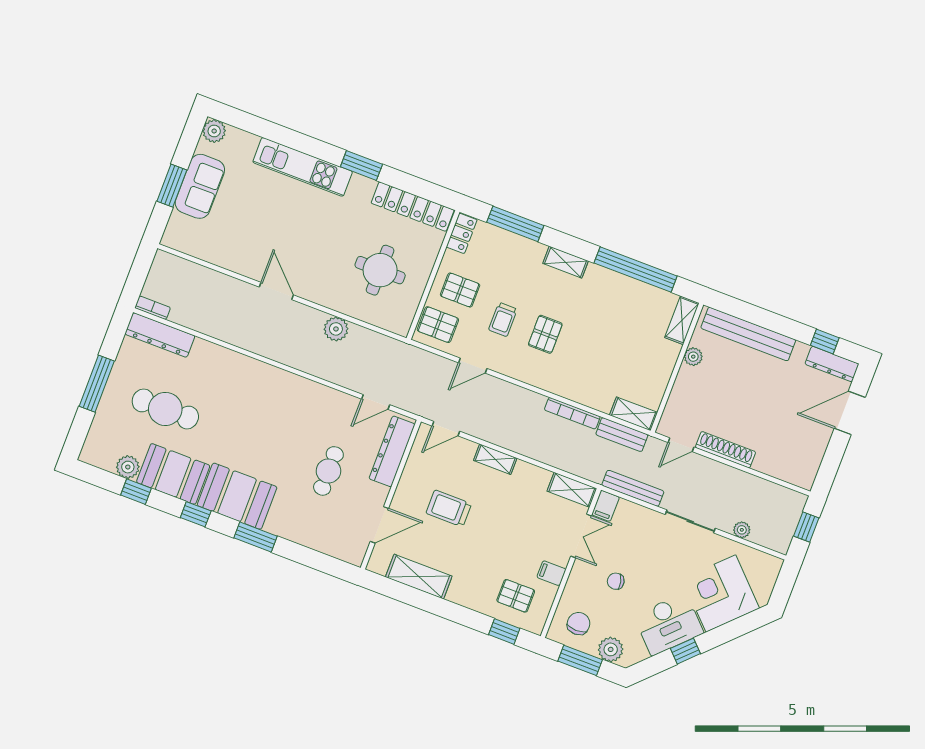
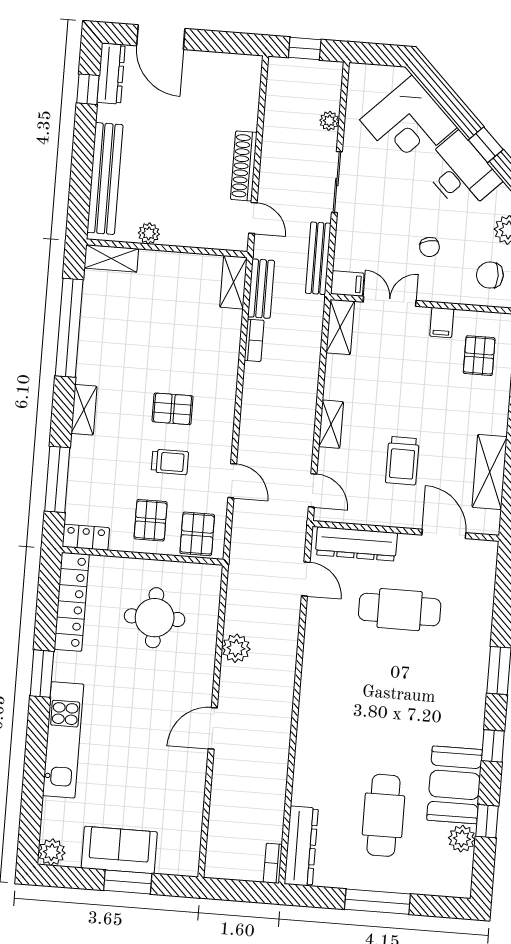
bookcase: (572, 413) -> (254, 340), width x0.64
cafe table: (328, 471) -> (400, 610), width x1.37, depth x1.35
booth: (237, 496) -> (459, 705), removed

